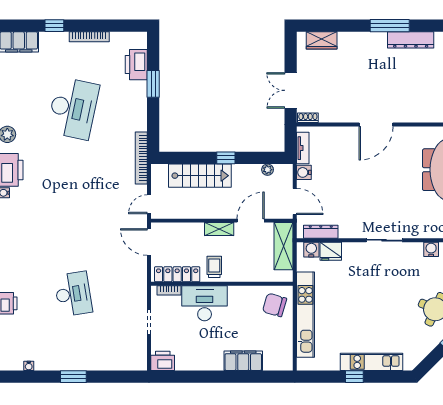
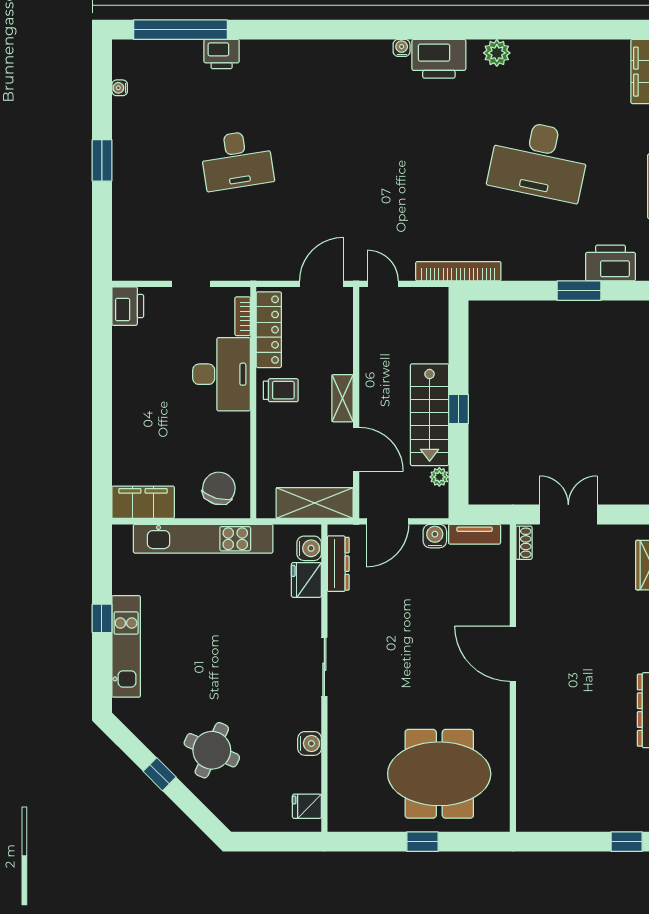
stairs: (200, 176) -> (430, 415), moved
filing cabinet: (243, 361) -> (143, 502), moved, turned -90

